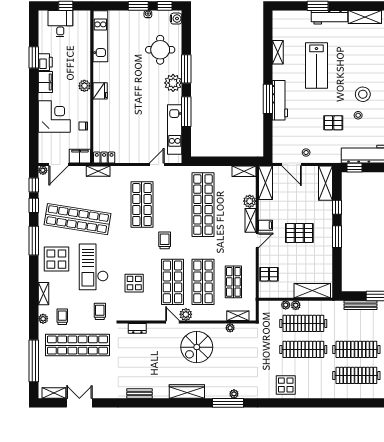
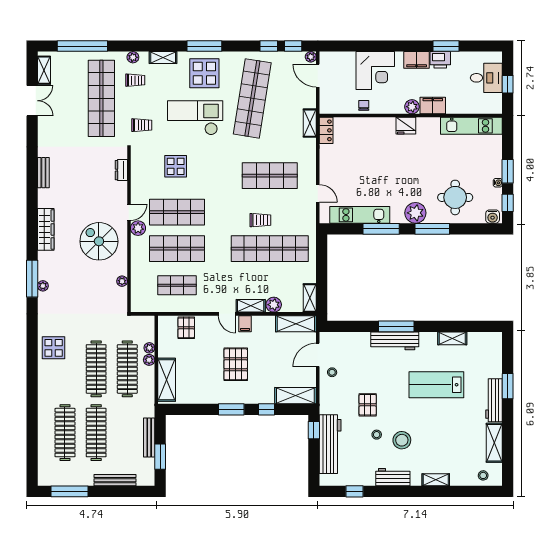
filing cabinet: (80, 156) -> (433, 105), moved, turned -90
trolley: (165, 240) -> (260, 220), moved
window: (34, 241) -> (204, 46), moved
shelving: (238, 316) -> (137, 291), removed

